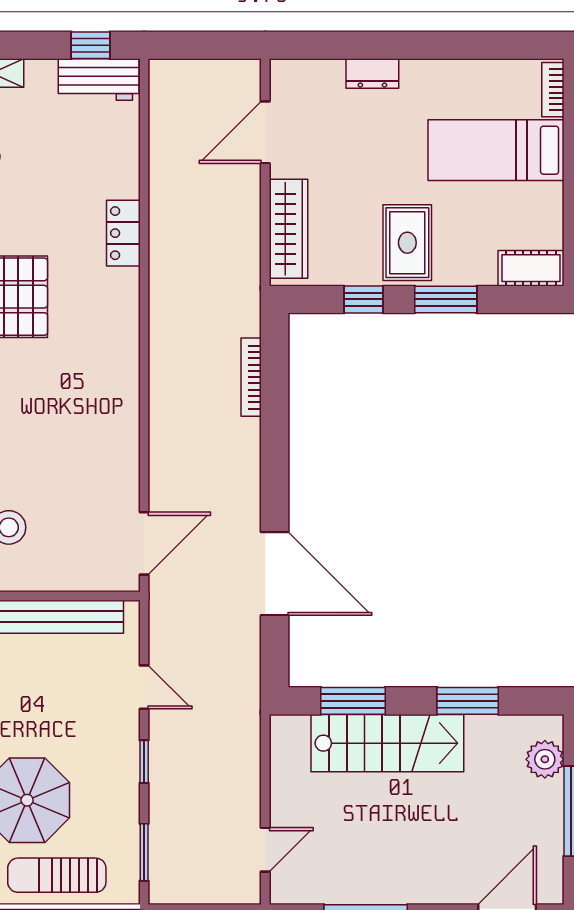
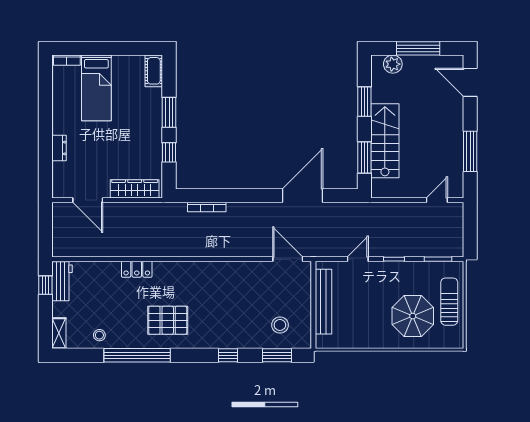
rug: (407, 243) -> (141, 131), removed
door: (265, 850) -> (437, 200), hinge flipped
sun lounger: (57, 875) -> (449, 302), turned 180

